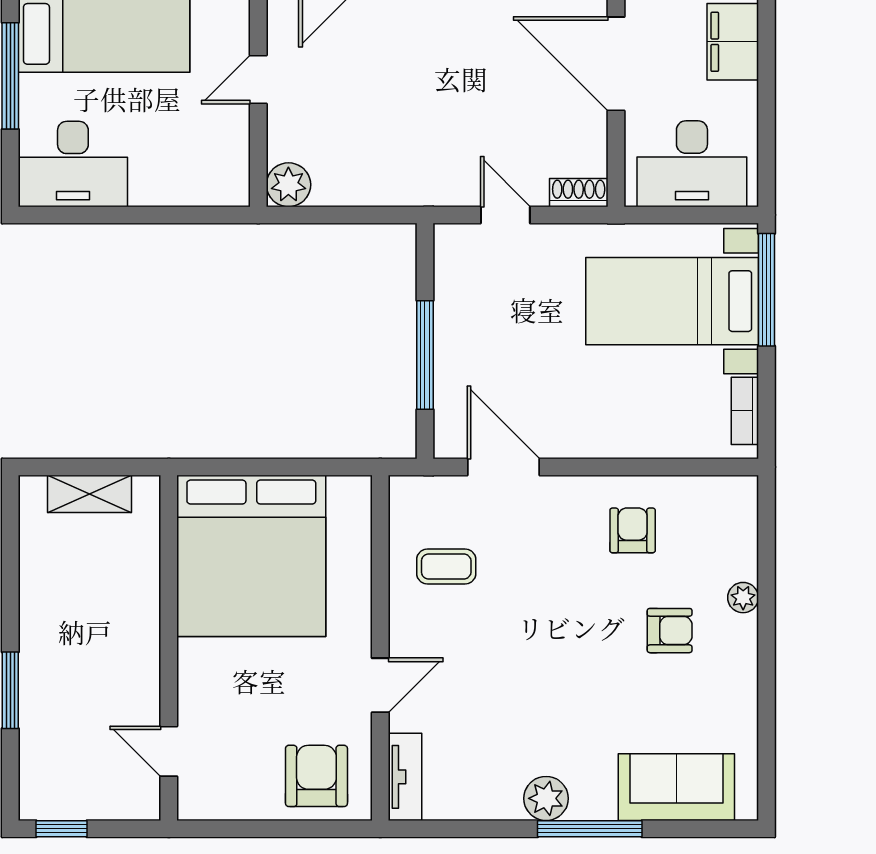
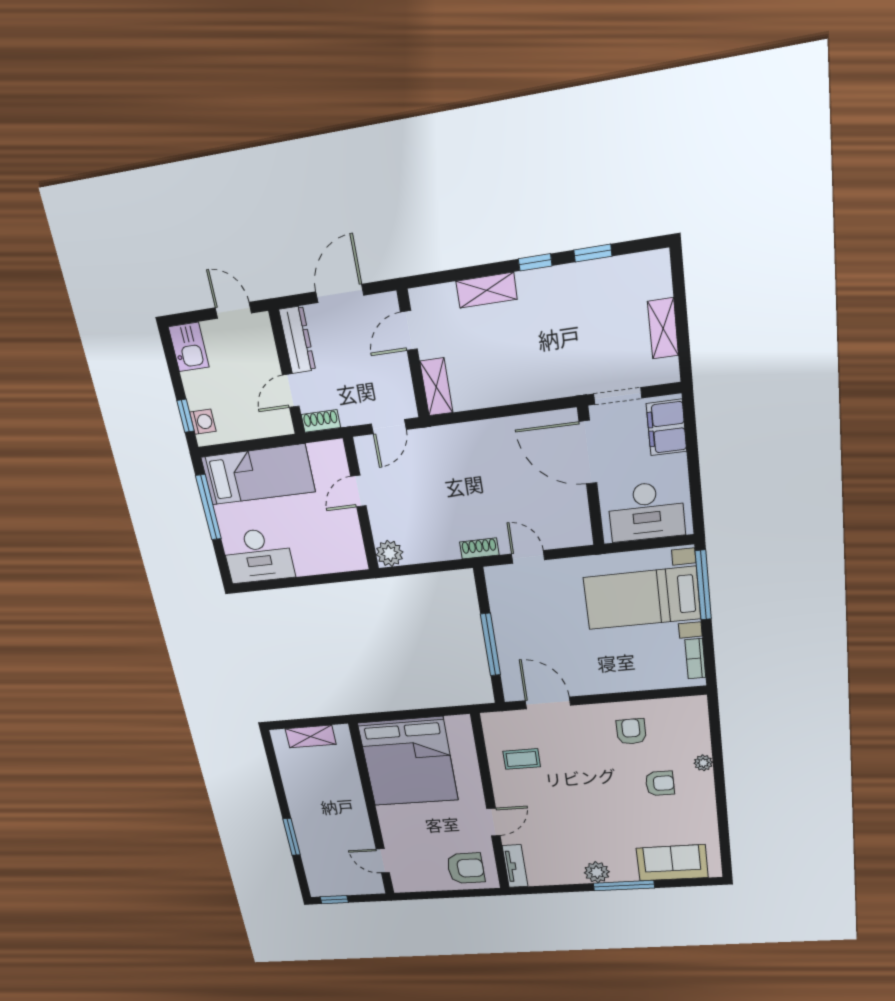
shoe rack: (579, 193) -> (479, 548), moved
armchair: (316, 776) -> (466, 868), turned 90

